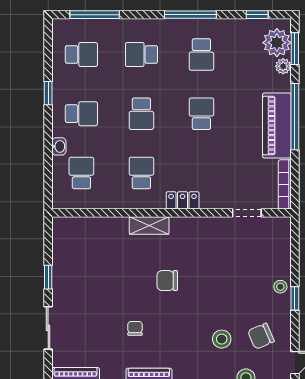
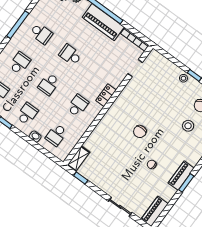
school desk: (141, 54) -> (20, 63), turned 180
school desk: (141, 114) -> (49, 84), turned 90
school desk: (81, 173) -> (56, 135), turned -90
school desk: (141, 173) -> (78, 106), turned 90
shelving: (149, 225) -> (78, 159), moved
window: (48, 277) -> (81, 178), moved

